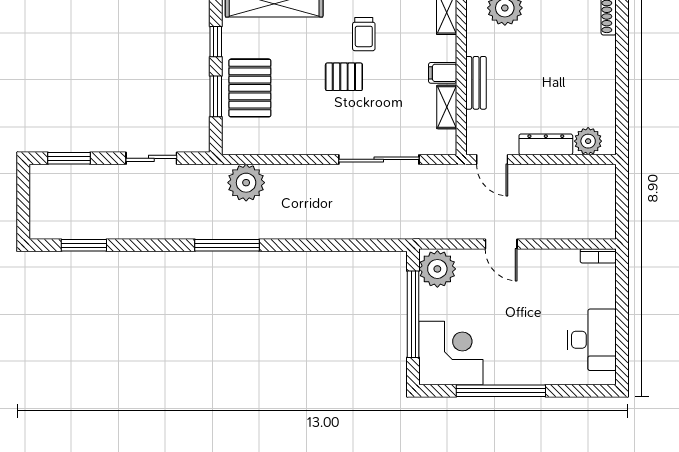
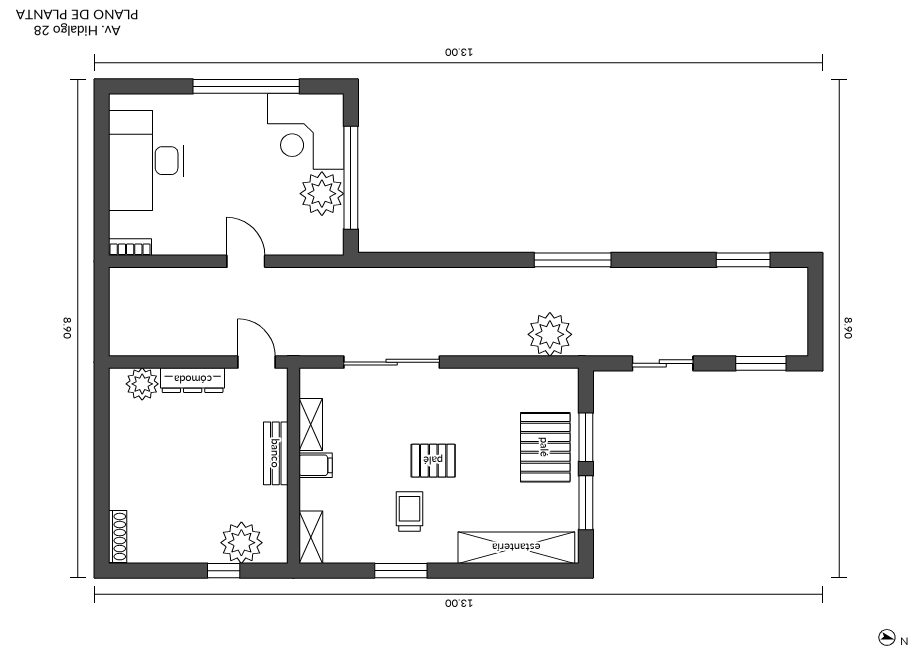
window: (216, 42) -> (586, 503), width x1.50
plant: (437, 269) -> (322, 194), moved
desk: (592, 340) -> (146, 161), width x1.36, depth x1.30

